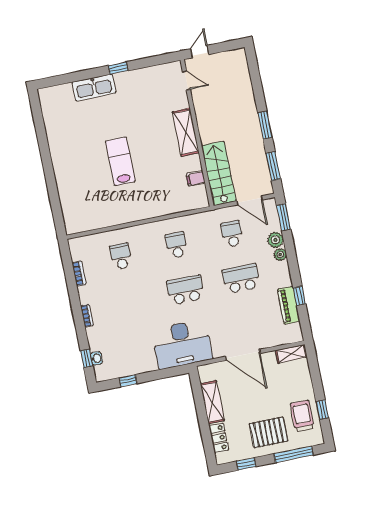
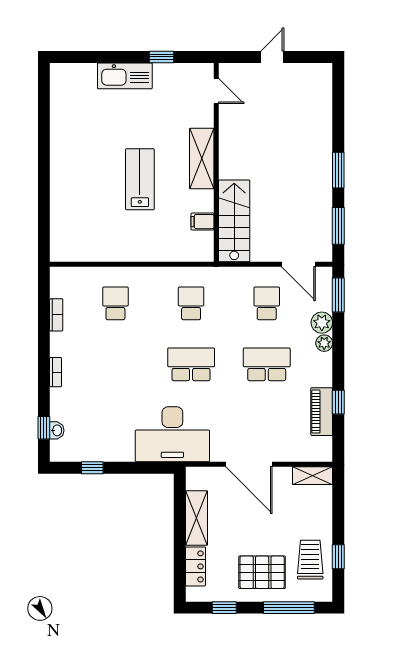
door: (186, 80) -> (216, 91), moved
shelving: (186, 132) -> (202, 159), moved
wall: (197, 133) -> (216, 162), moved
stairs: (219, 173) -> (234, 221), moved
filing cabinet: (196, 179) -> (203, 222), moved

